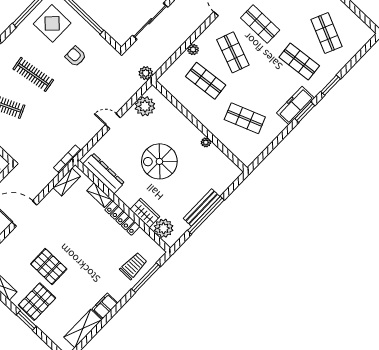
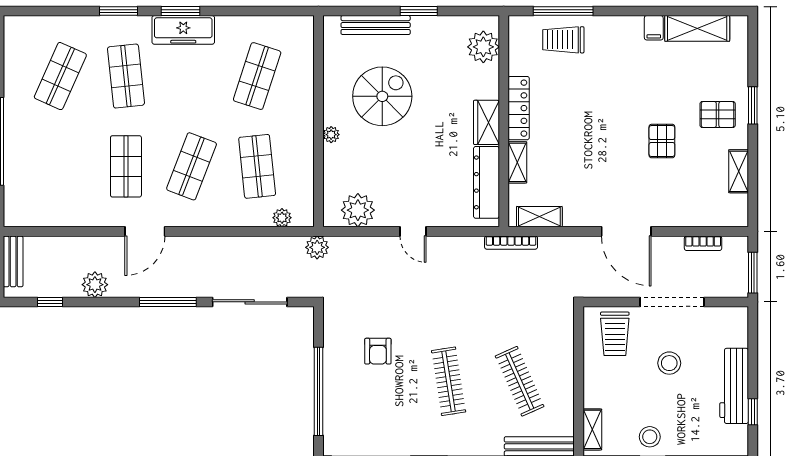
display table: (52, 23) -> (365, 417), removed
plant: (193, 49) -> (282, 218), moved
shop shelf: (245, 118) -> (257, 76), turned 39
plant: (206, 142) -> (331, 135), moved
spiral stairs: (159, 161) -> (382, 96), moved, turned -90
bench: (202, 207) -> (376, 25), moved
wardrobe: (145, 213) -> (486, 122), moved
window: (206, 215) -> (419, 11), width x0.47
pallet: (49, 266) -> (662, 141), width x0.67, depth x0.71
pallet: (37, 302) -> (718, 115), width x0.67, depth x0.71
filing cabinet: (105, 306) -> (654, 28), width x0.50

